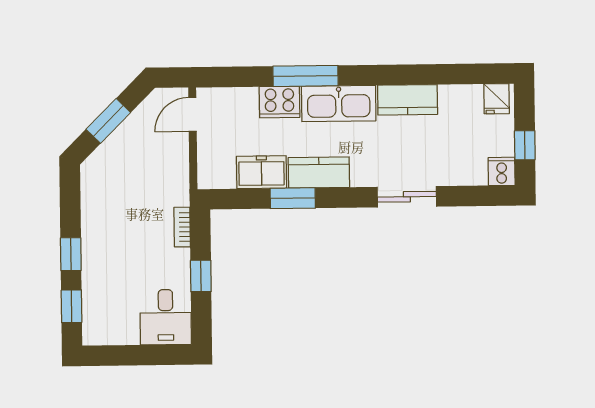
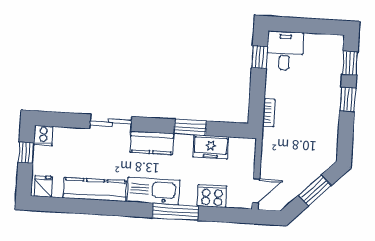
kitchen counter: (408, 100) -> (95, 190), width x1.50
cooker: (279, 102) -> (212, 196), moved
kitchen counter: (319, 172) -> (152, 143), moved
window: (201, 276) -> (259, 57), moved

